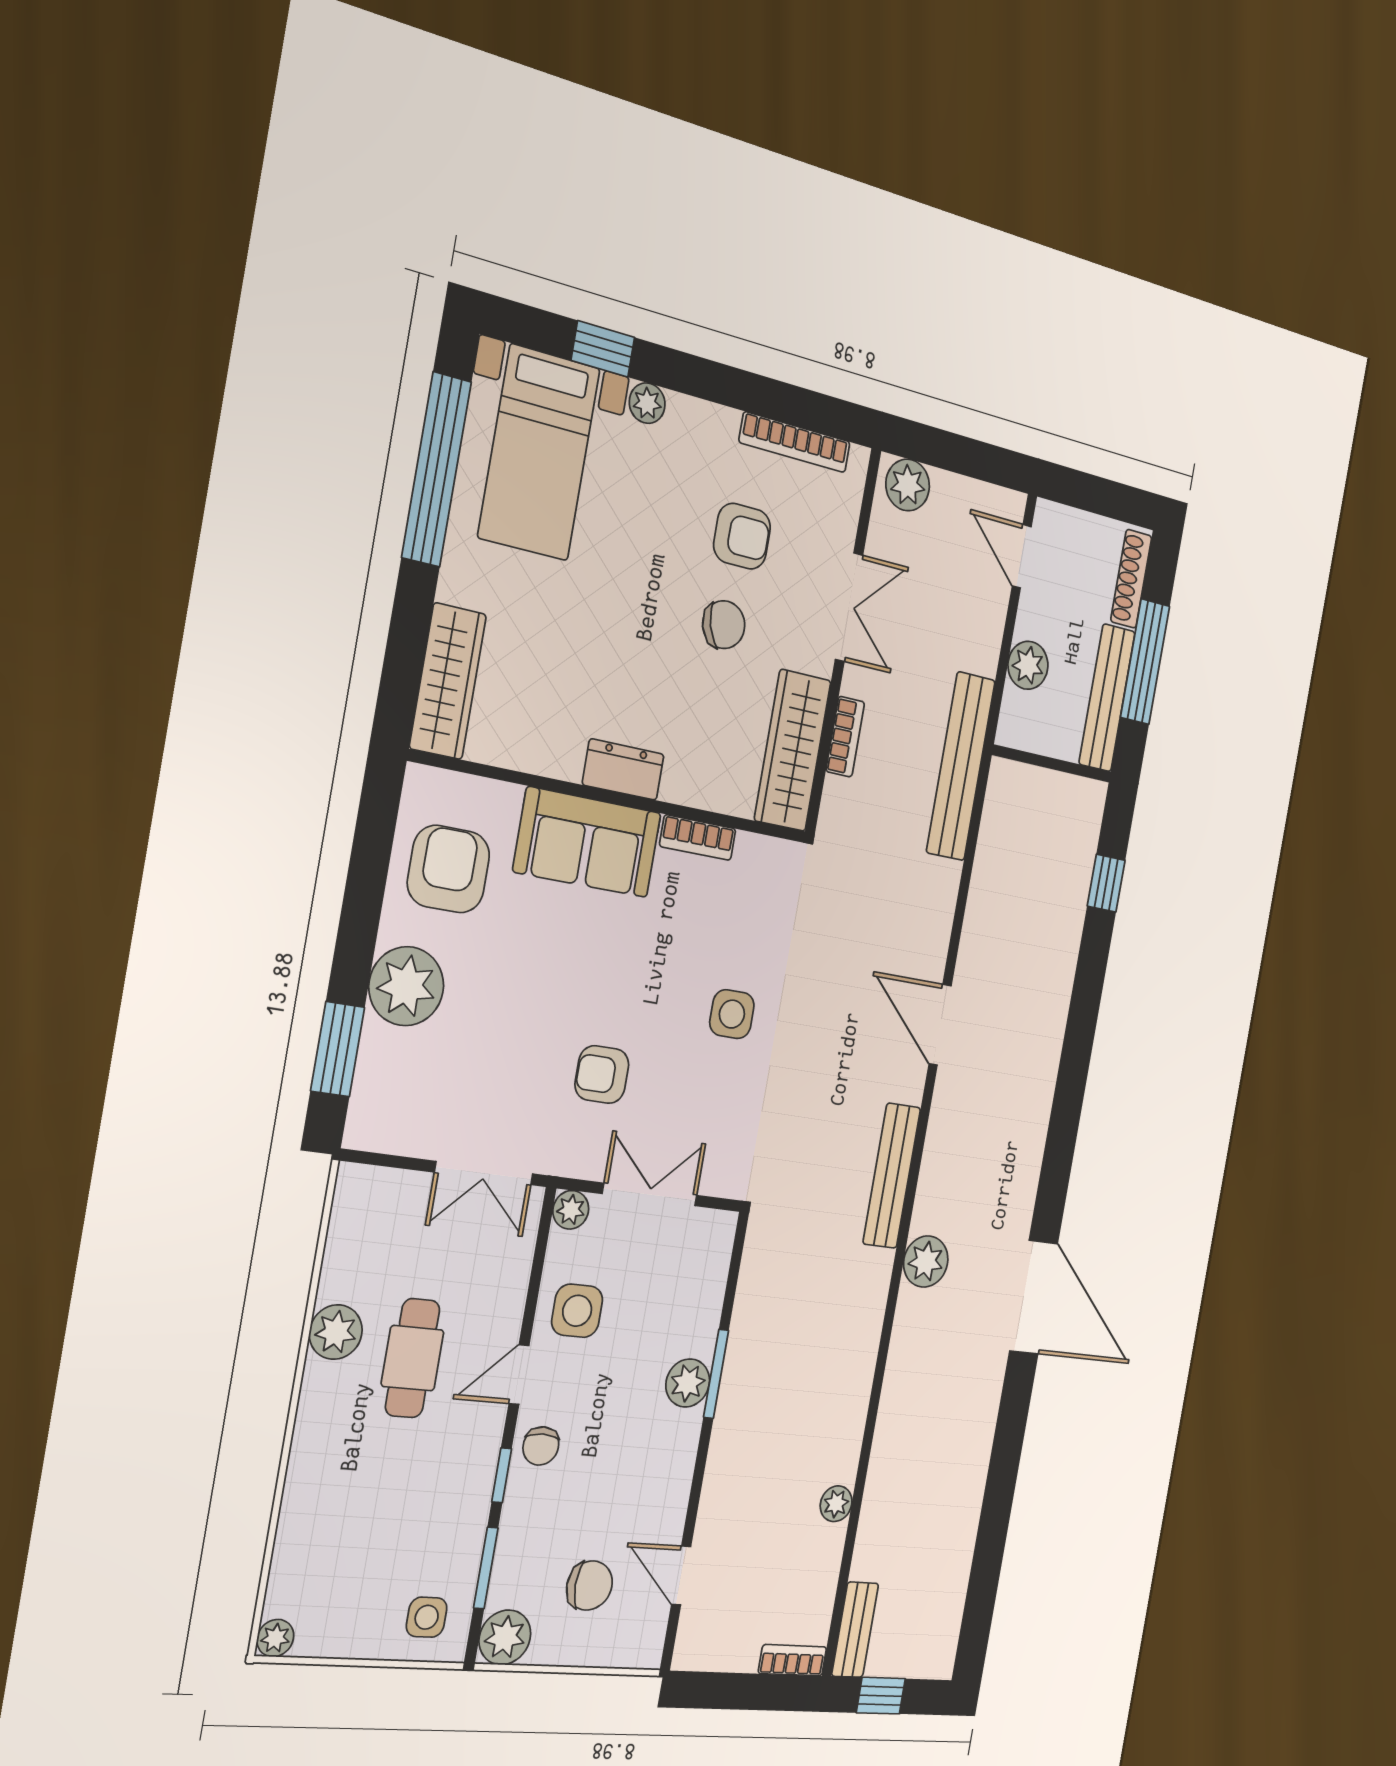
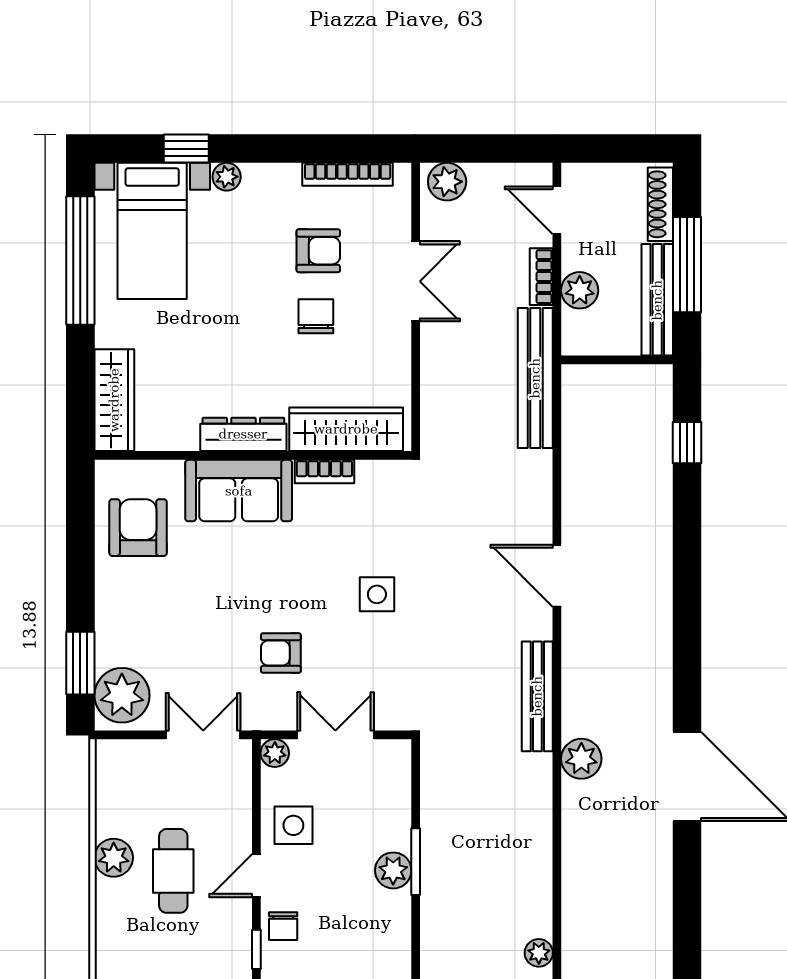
chair: (724, 625) -> (316, 316), turned -73
bookcase: (845, 737) -> (541, 277), moved, turned 180
wardrobe: (793, 750) -> (346, 429), moved, turned 90
dresser: (623, 769) -> (243, 434), width x1.44
plant: (406, 986) -> (122, 695), moved
double door: (484, 1173) -> (203, 735), swing flipped

